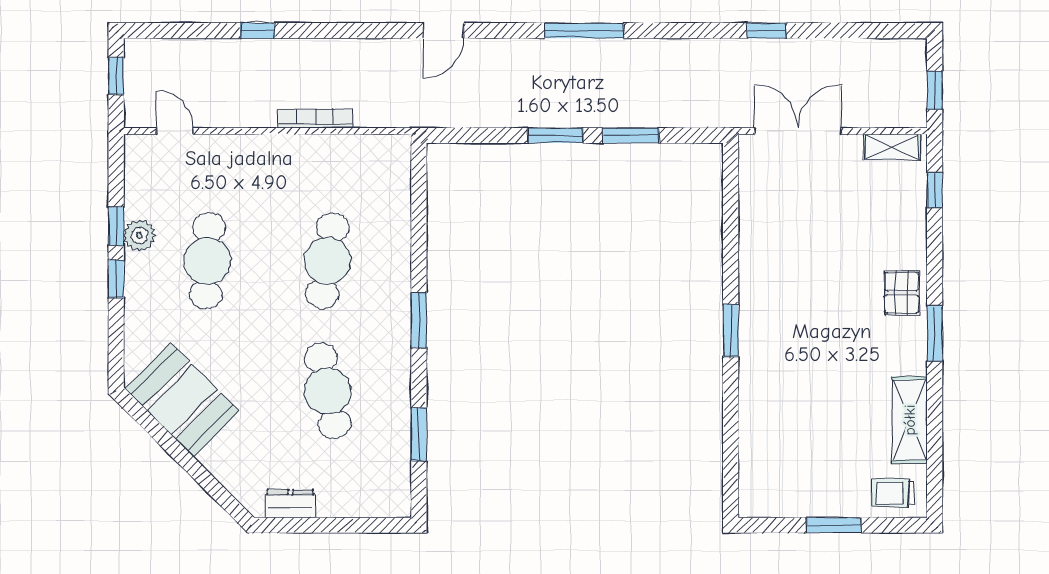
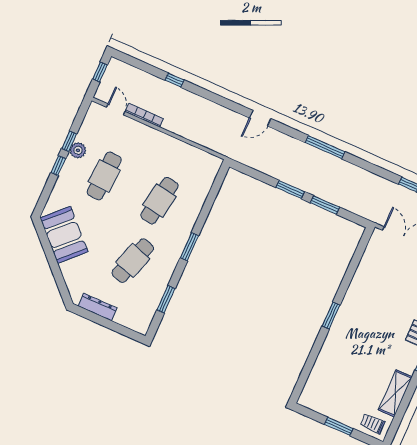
bookcase: (315, 118) -> (144, 115), moved
cafe table: (327, 391) -> (133, 261), turned 30
dresser: (290, 504) -> (98, 307), width x1.44

